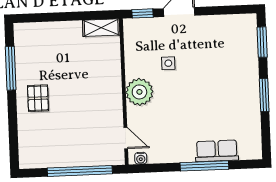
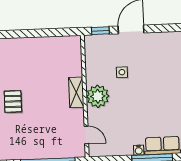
shelving: (101, 28) -> (76, 92), moved, turned 90
water cooler: (141, 158) -> (139, 150), moved

